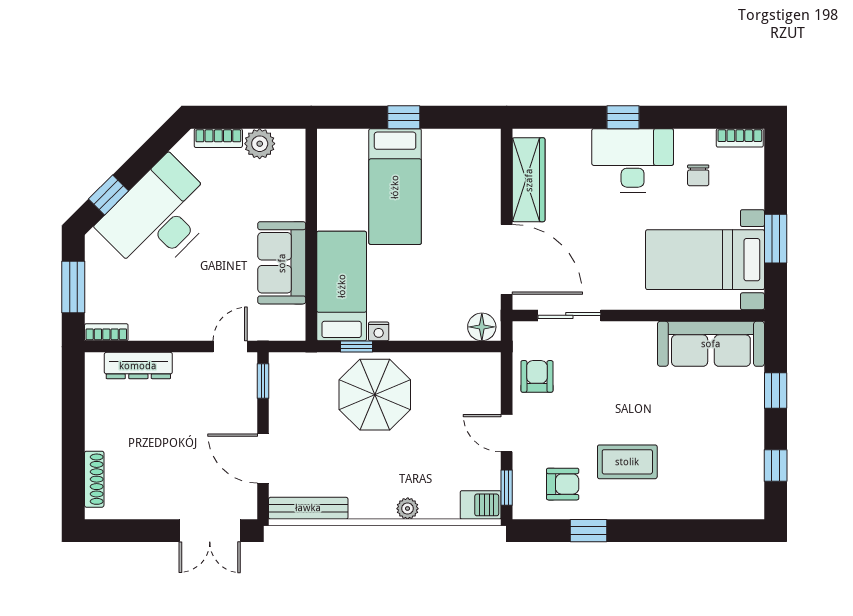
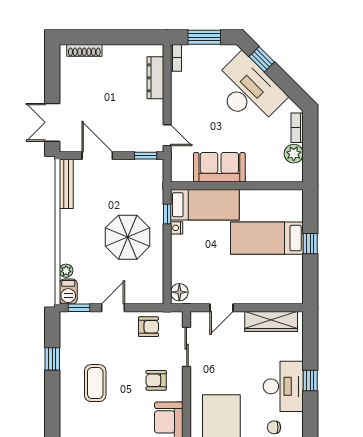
door: (507, 259) -> (222, 308), width x0.53
parasol: (375, 395) -> (128, 237), moved
door: (263, 459) -> (97, 156), hinge flipped
armchair: (563, 484) -> (156, 380), moved, turned 90
plant: (408, 509) -> (66, 271), moved

